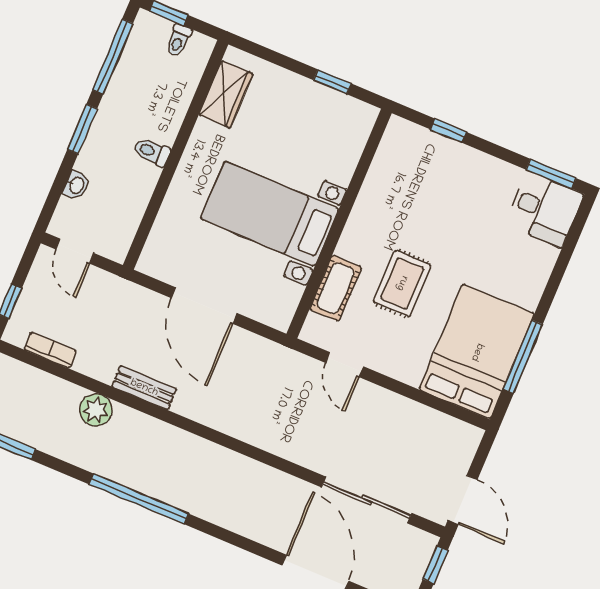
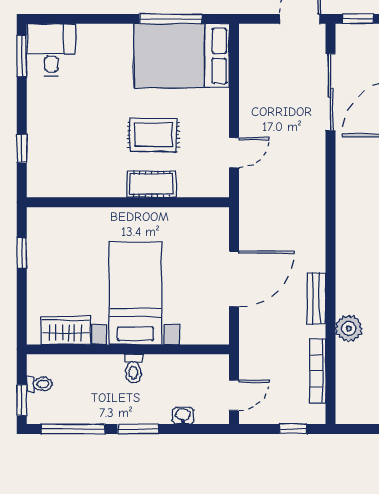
bed with nightstands: (270, 214) -> (135, 293), moved, turned 180
cot: (336, 288) -> (152, 184), moved
bookcase: (50, 350) -> (318, 371), width x1.56

